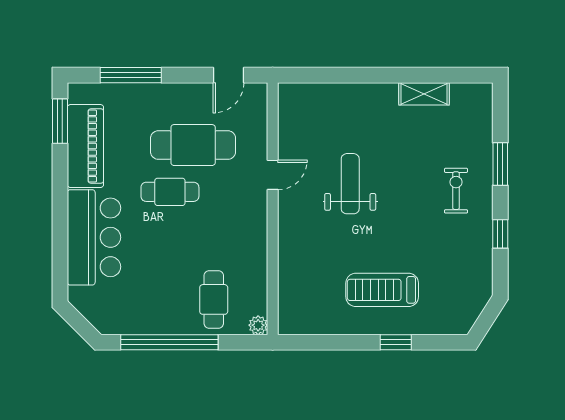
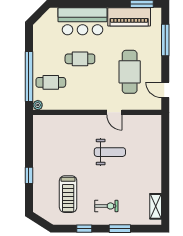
shelving: (424, 94) -> (156, 206), moved
cafe table: (170, 192) -> (80, 59), moved, turned 90
treadmill: (382, 290) -> (68, 194), moved, turned 180
window: (169, 342) -> (29, 77), moved

